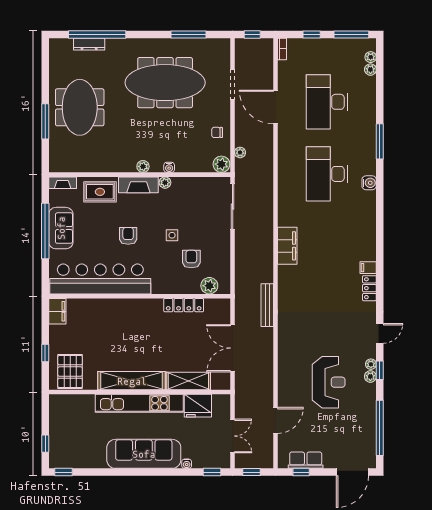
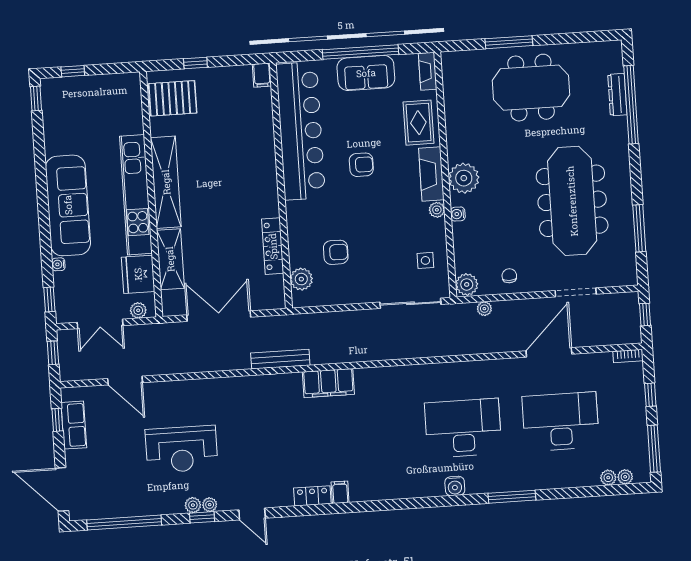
plant: (143, 166) -> (464, 178), width x1.87, depth x1.87
side table: (172, 235) -> (425, 260), moved
filing cabinet: (287, 246) -> (328, 383), moved
filing cabinet: (57, 311) -> (262, 75), width x0.50
plant: (224, 407) -> (138, 310), added

